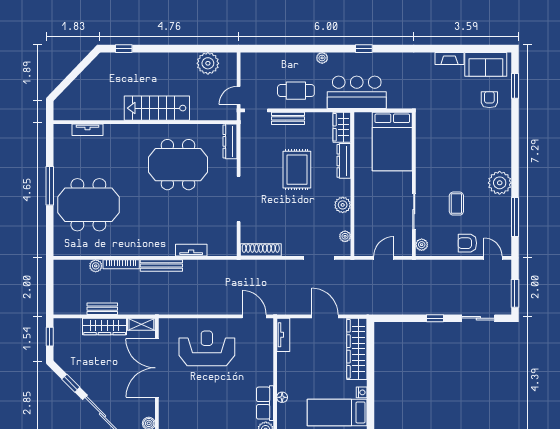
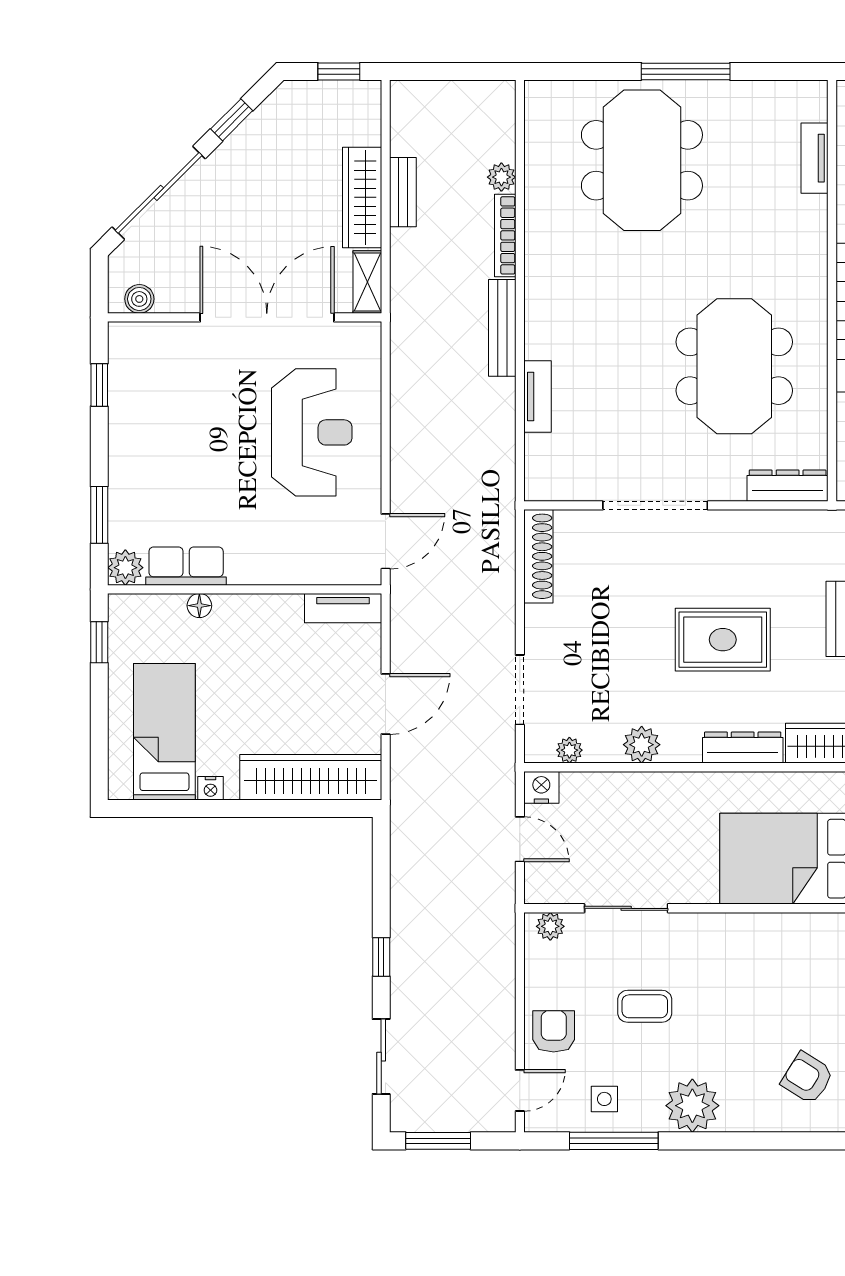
armchair: (488, 133) -> (807, 1078), added
side table: (497, 221) -> (604, 1099), added
nightstand: (361, 249) -> (541, 787), added

